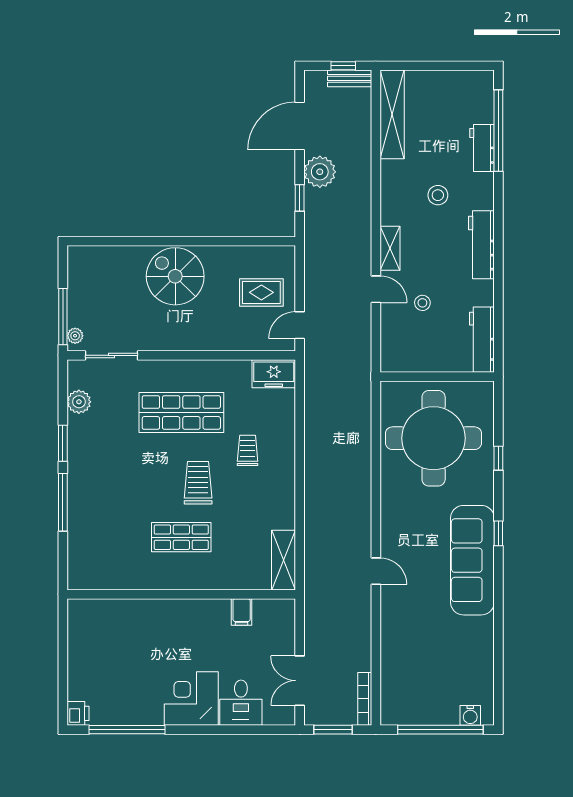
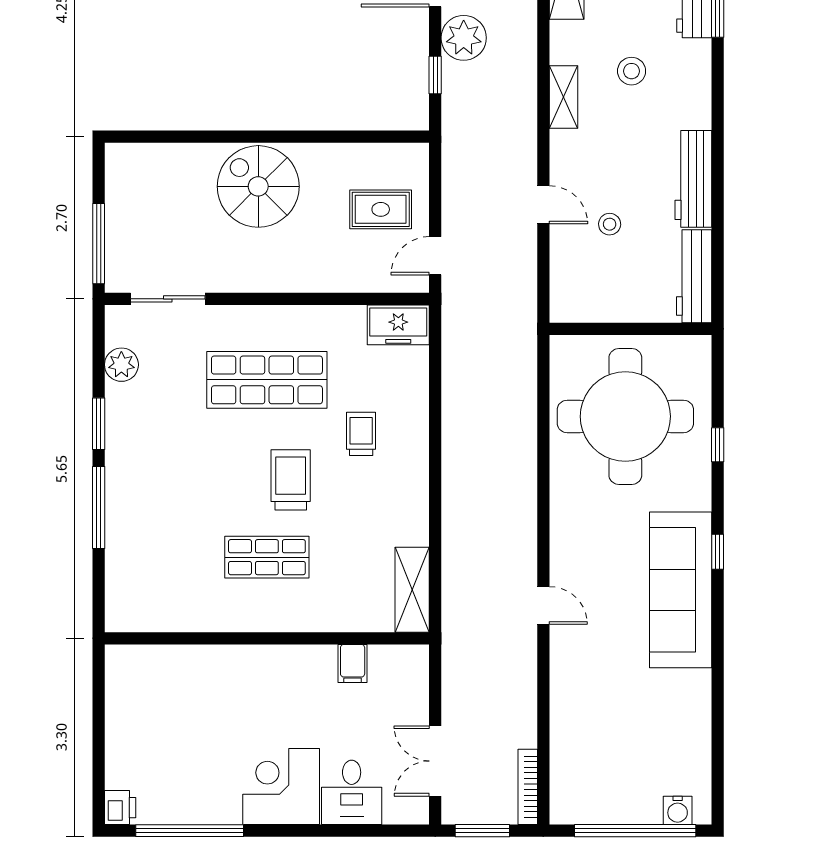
workbench: (481, 245) -> (693, 179), moved
shelving: (390, 248) -> (563, 97), moved
plant: (75, 336) -> (116, 271), removed

